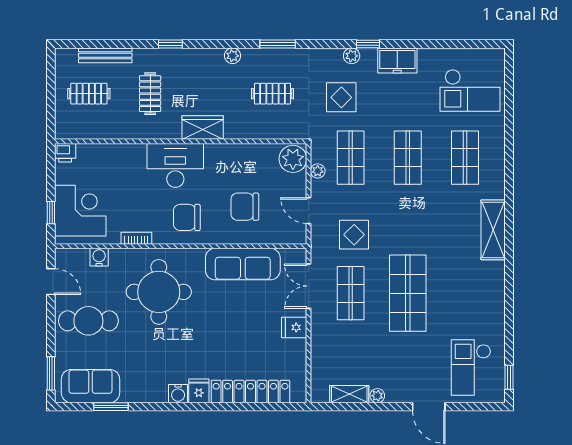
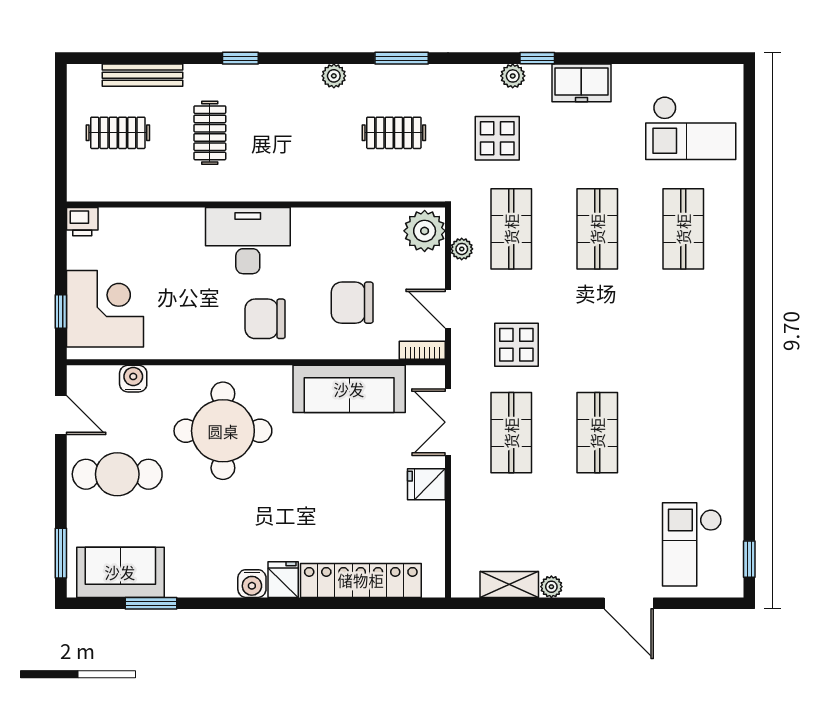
wardrobe: (203, 128) -> (289, 184), removed
shelving: (493, 230) -> (725, 338), removed
bookcase: (136, 238) -> (422, 350), moved
shop shelf: (408, 293) -> (597, 433), width x0.70, depth x0.74

